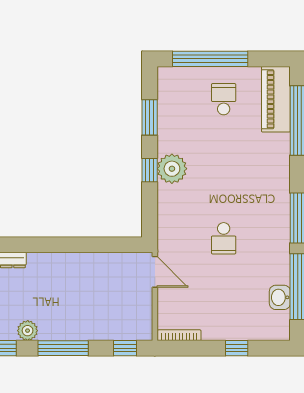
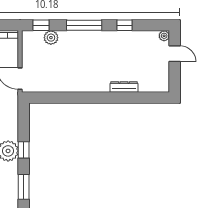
plant: (28, 331) -> (51, 38), moved

